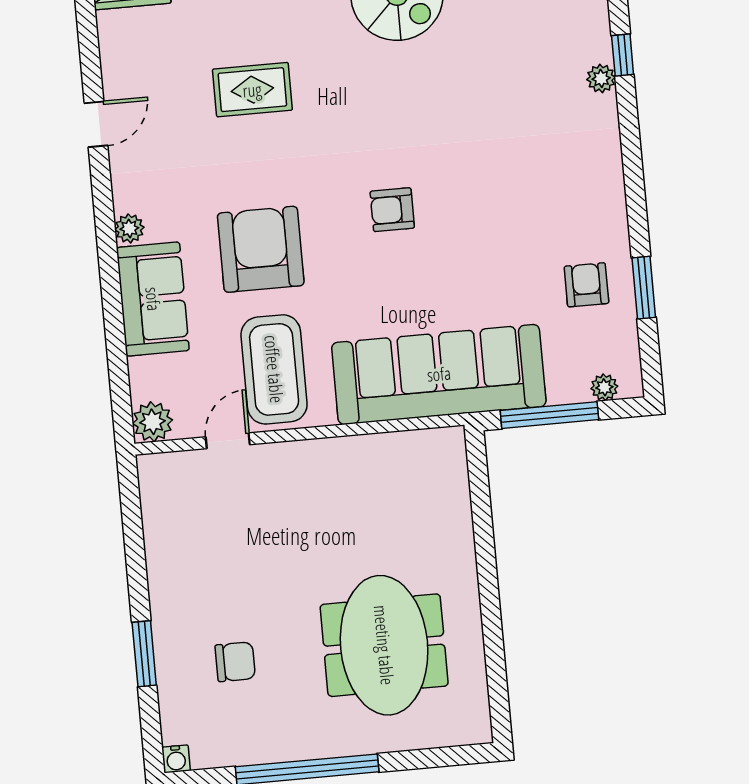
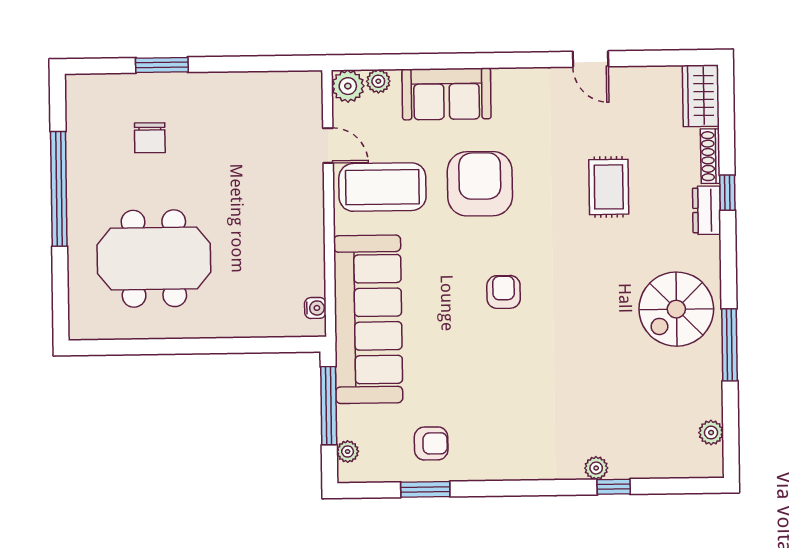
plant: (129, 228) -> (378, 81), moved
armchair: (261, 249) -> (480, 184), turned -90
water cooler: (176, 759) -> (315, 308), moved, turned 180

